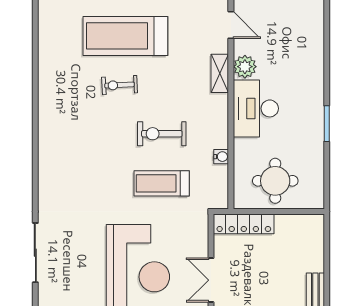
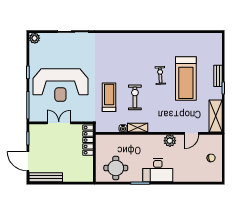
treadmill: (125, 36) -> (186, 78), turned 180
shelving: (220, 73) -> (138, 128), moved
desk: (256, 108) -> (158, 170), moved, turned 180
round table: (275, 181) -> (116, 168), moved

